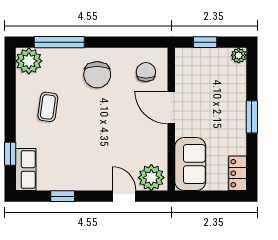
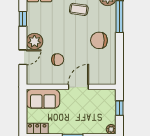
chair: (146, 72) -> (58, 60), moved
plant: (151, 178) -> (34, 41), moved

